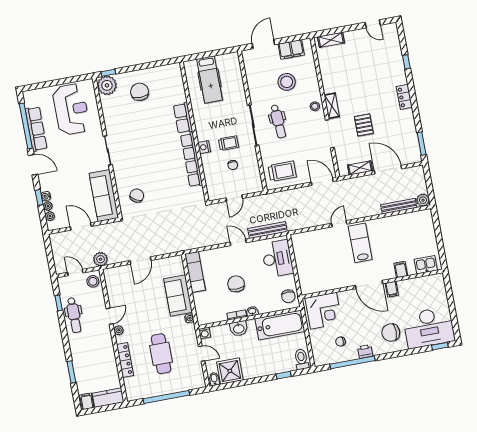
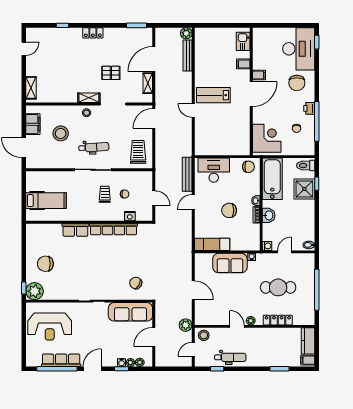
reception desk: (71, 109) -> (50, 326), turned 180
nightstand: (204, 147) -> (130, 216), moved
shower: (230, 371) -> (304, 189), moved

